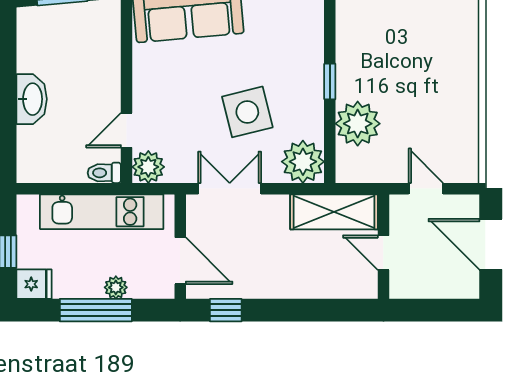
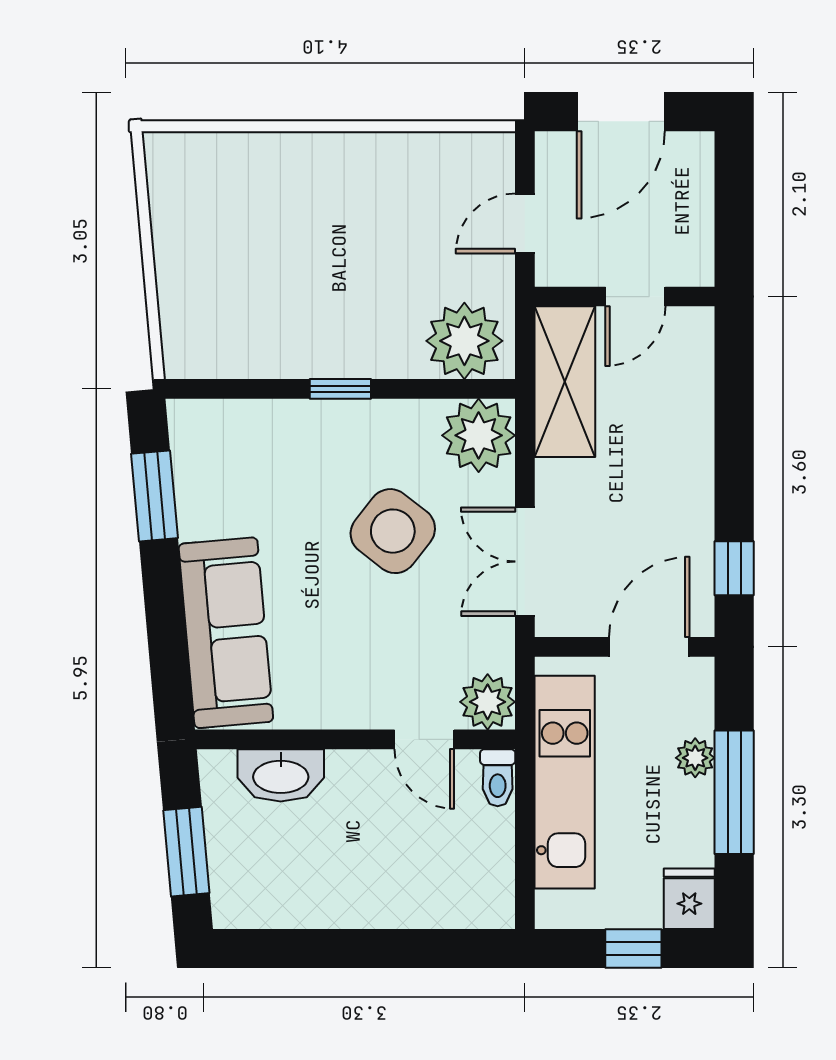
washbasin: (32, 99) -> (281, 775), moved, turned 180
side table: (247, 112) -> (393, 531), turned -38
plant: (358, 124) -> (464, 341), moved

